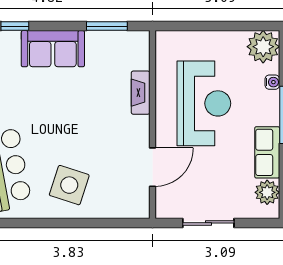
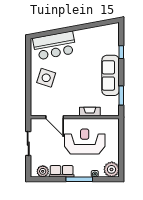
sofa: (53, 49) -> (111, 75), width x1.36
reception desk: (204, 103) -> (85, 141), turned 180

